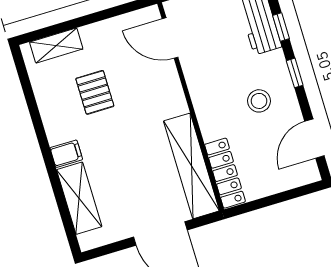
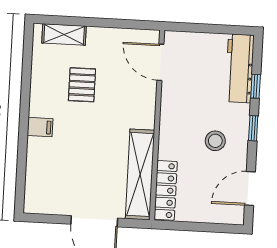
shelving: (79, 198) -> (37, 168), removed

